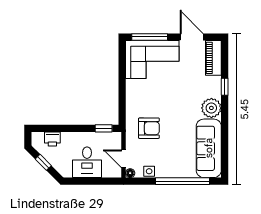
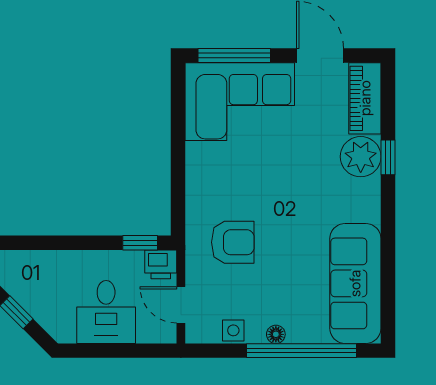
plant: (211, 108) -> (361, 157), moved
printer: (52, 139) -> (161, 264), moved
floor lamp: (130, 173) -> (276, 334), moved

